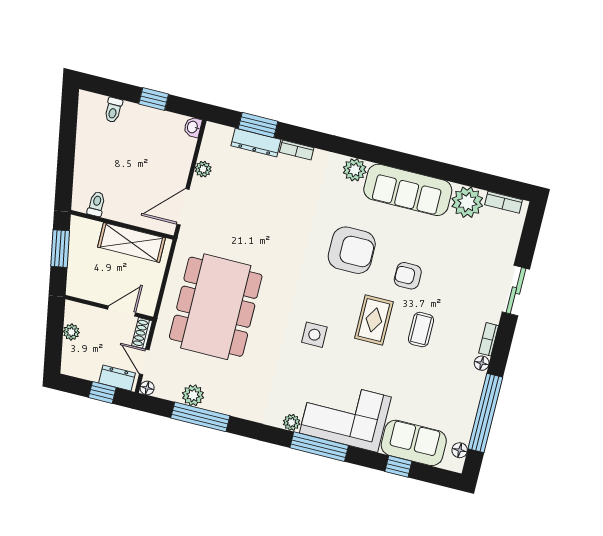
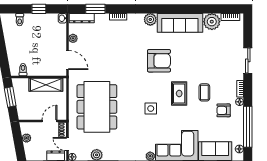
dresser: (256, 143) -> (82, 18), moved
door: (183, 207) -> (67, 60), swing flipped
armchair: (408, 276) -> (224, 110), moved

